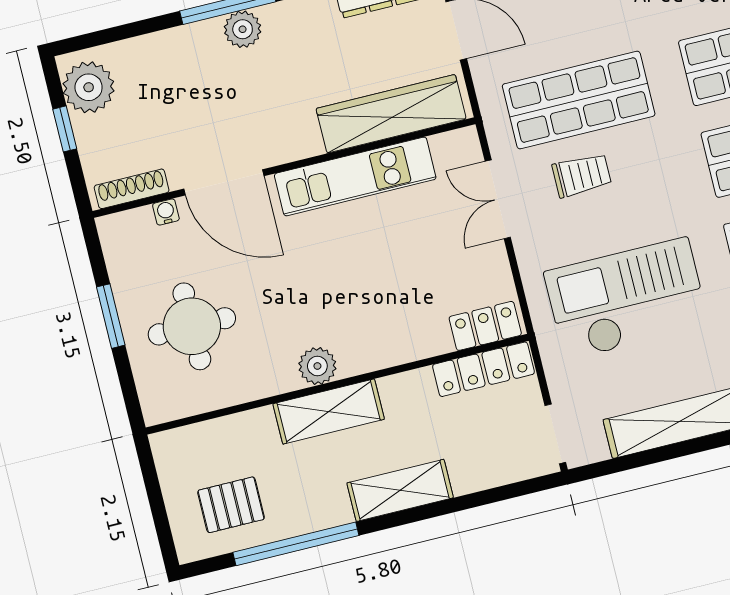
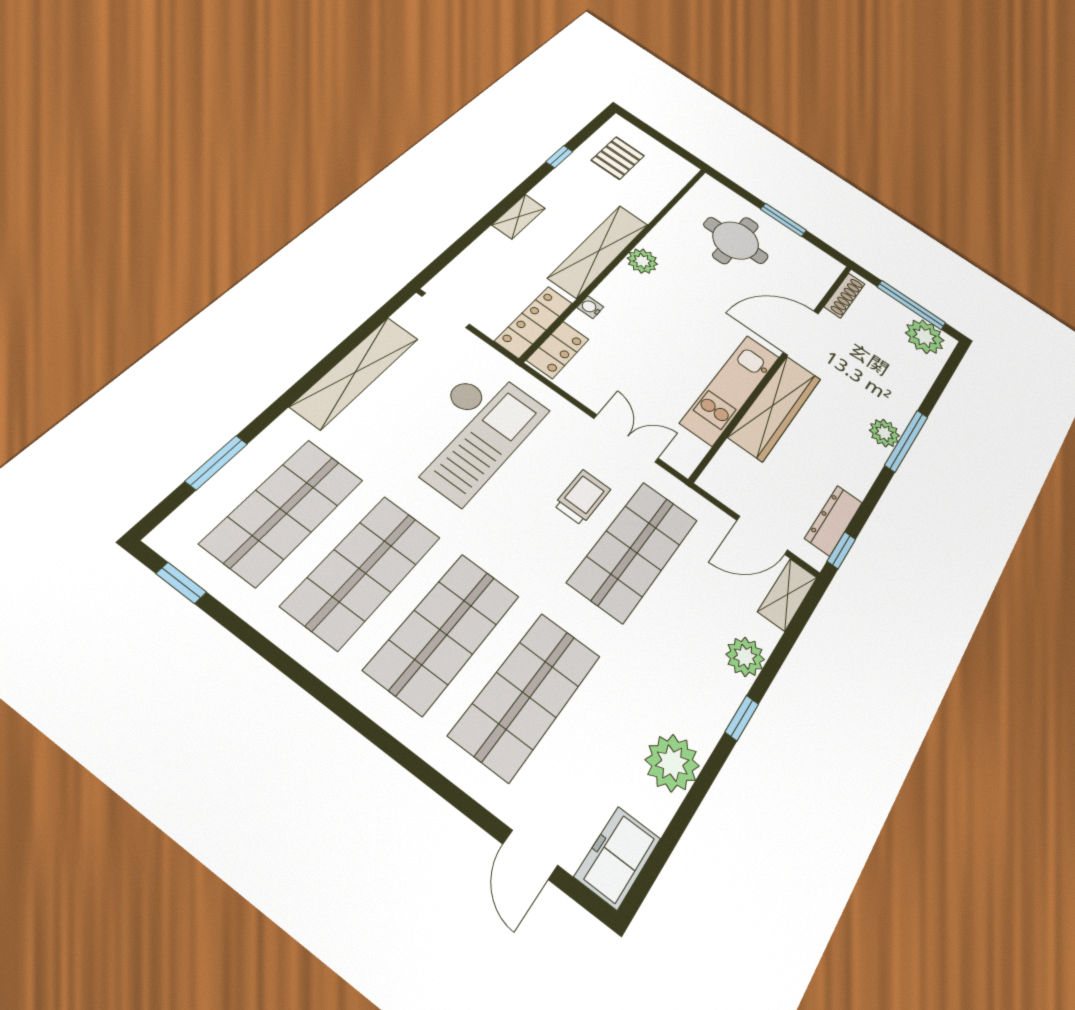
wardrobe: (391, 114) -> (775, 408), moved
window: (65, 129) -> (911, 305), width x2.17
trolley: (582, 175) -> (582, 497), turned 180
water cooler: (166, 212) -> (590, 307), moved, turned 180
shelving: (329, 411) -> (599, 251), width x1.47
shelving: (400, 490) -> (519, 217), width x0.67, depth x0.75
window: (296, 544) -> (559, 157), width x0.32

